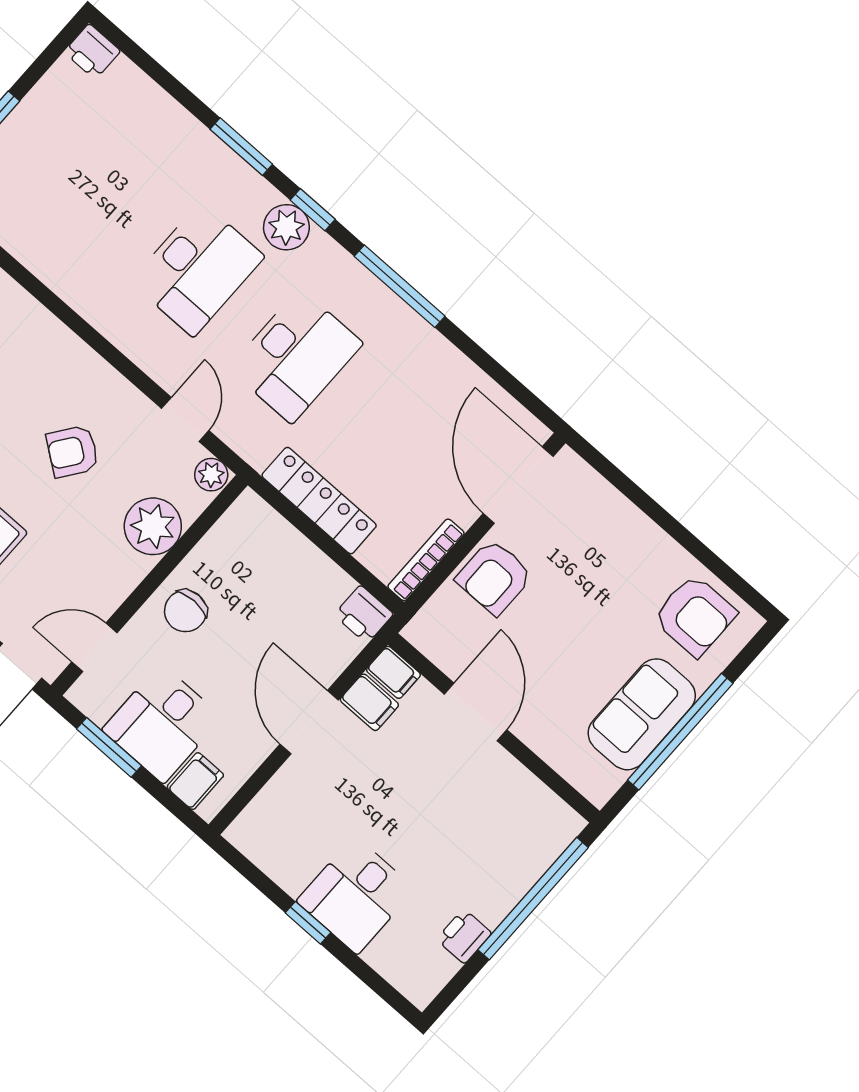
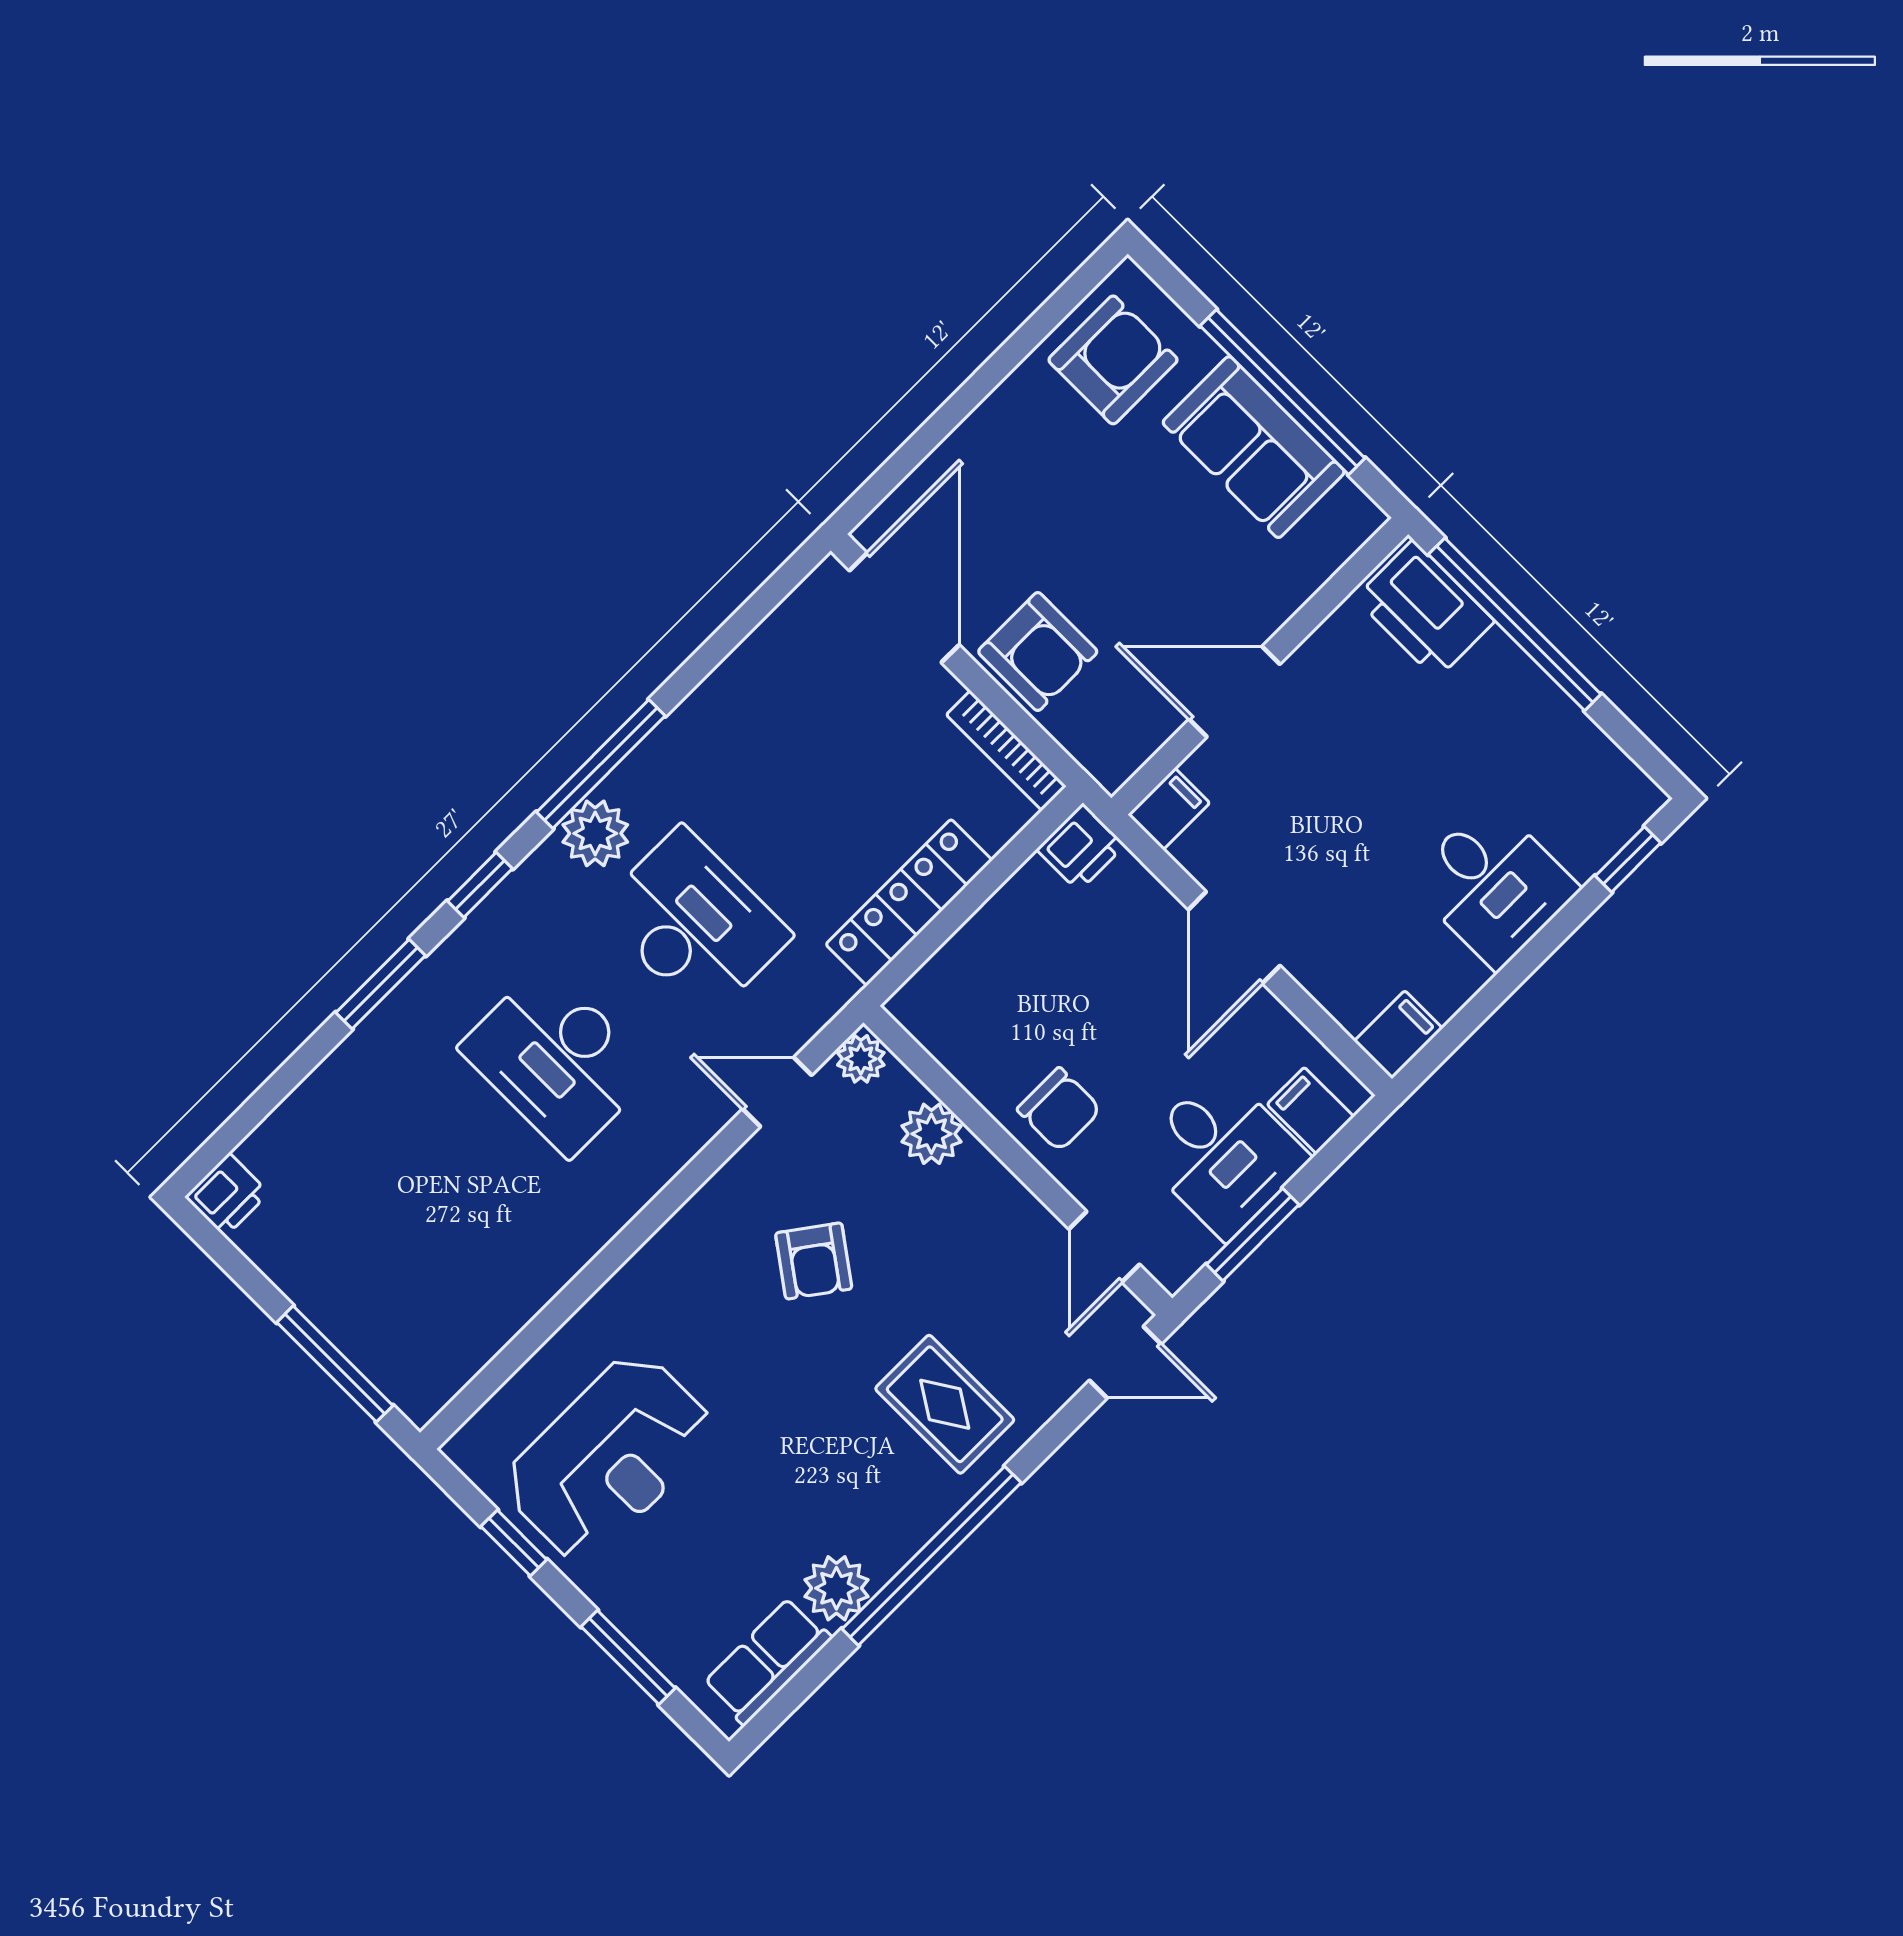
plant: (286, 227) -> (595, 833), moved
desk: (197, 269) -> (557, 1060), turned 180
door: (518, 485) -> (904, 608), swing flipped
plant: (153, 526) -> (931, 1134), width x0.73, depth x0.73
filing cabinet: (369, 702) -> (1398, 1035), moved
door: (309, 722) -> (1234, 938), hinge flipped
window: (308, 923) -> (1628, 859), moved
printer: (464, 936) -> (1425, 610), moved, width x1.87, depth x1.48

